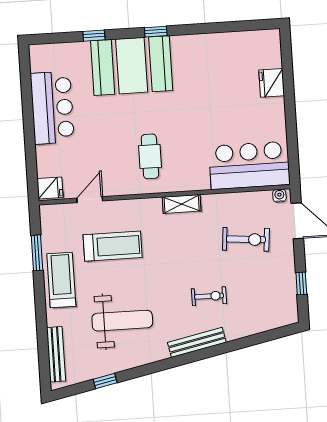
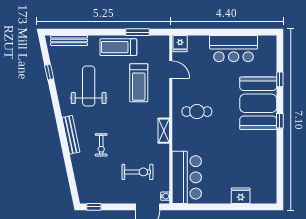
exercise bike: (246, 239) -> (137, 172), turned -95
treadmill: (61, 280) -> (118, 47), turned 180
window: (301, 283) -> (94, 207), moved
weight bench: (122, 321) -> (89, 86), turned 180

